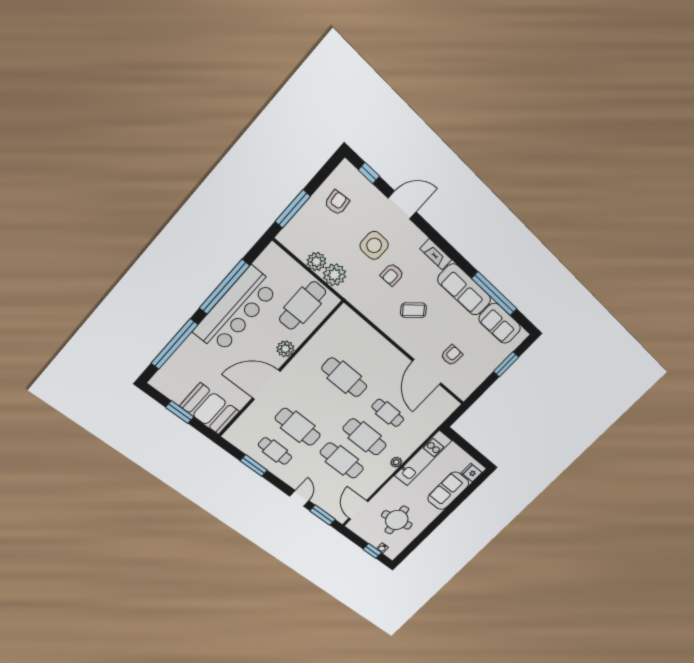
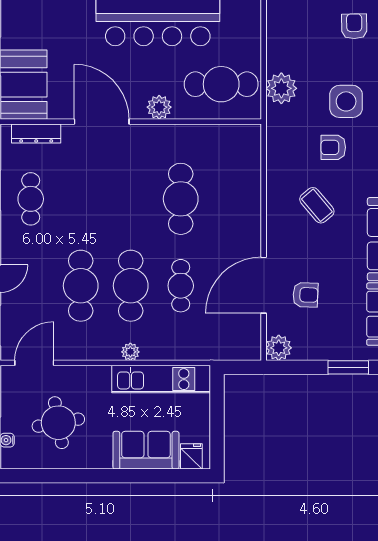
armchair: (337, 203) -> (354, 26), turned -85
plant: (316, 262) -> (279, 348), moved
dresser: (242, 422) -> (36, 133), added
cafe table: (298, 427) -> (81, 199), removed

